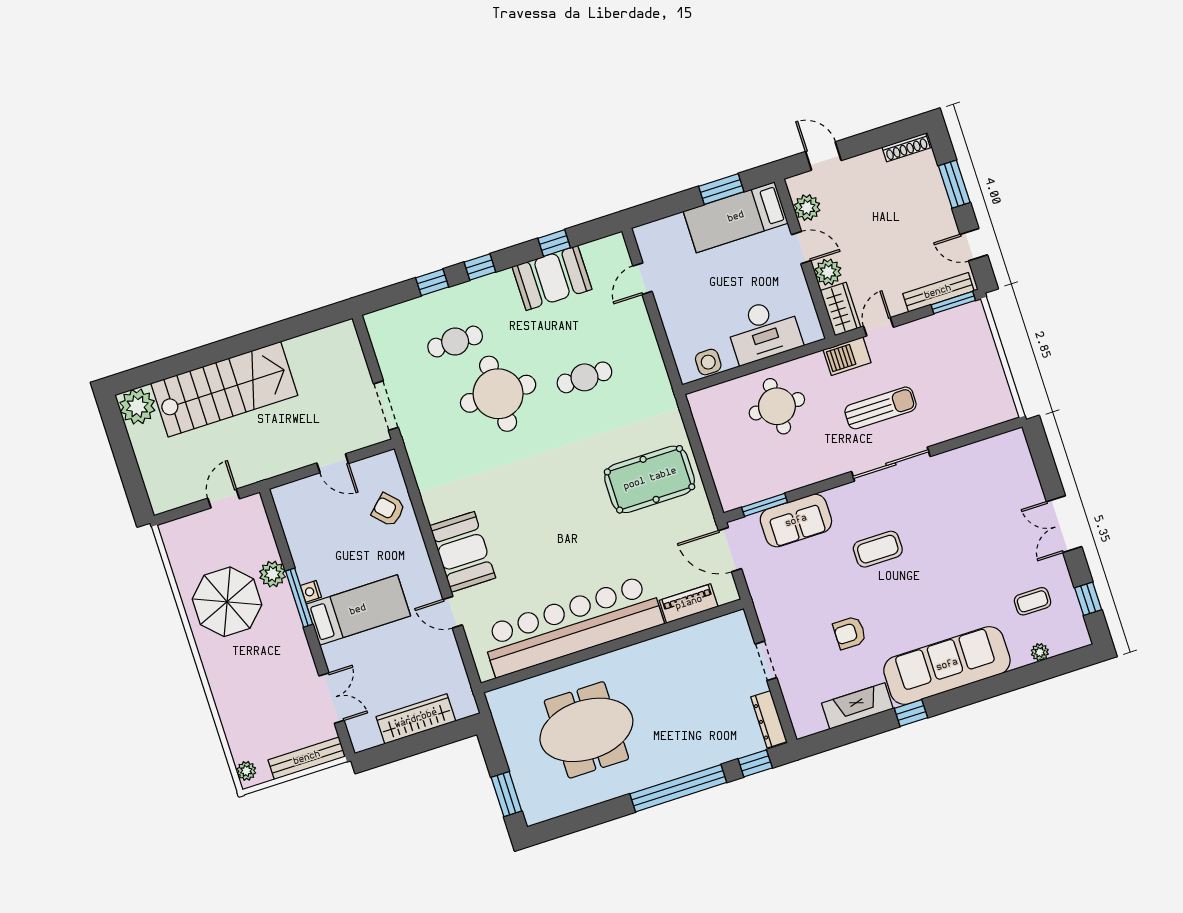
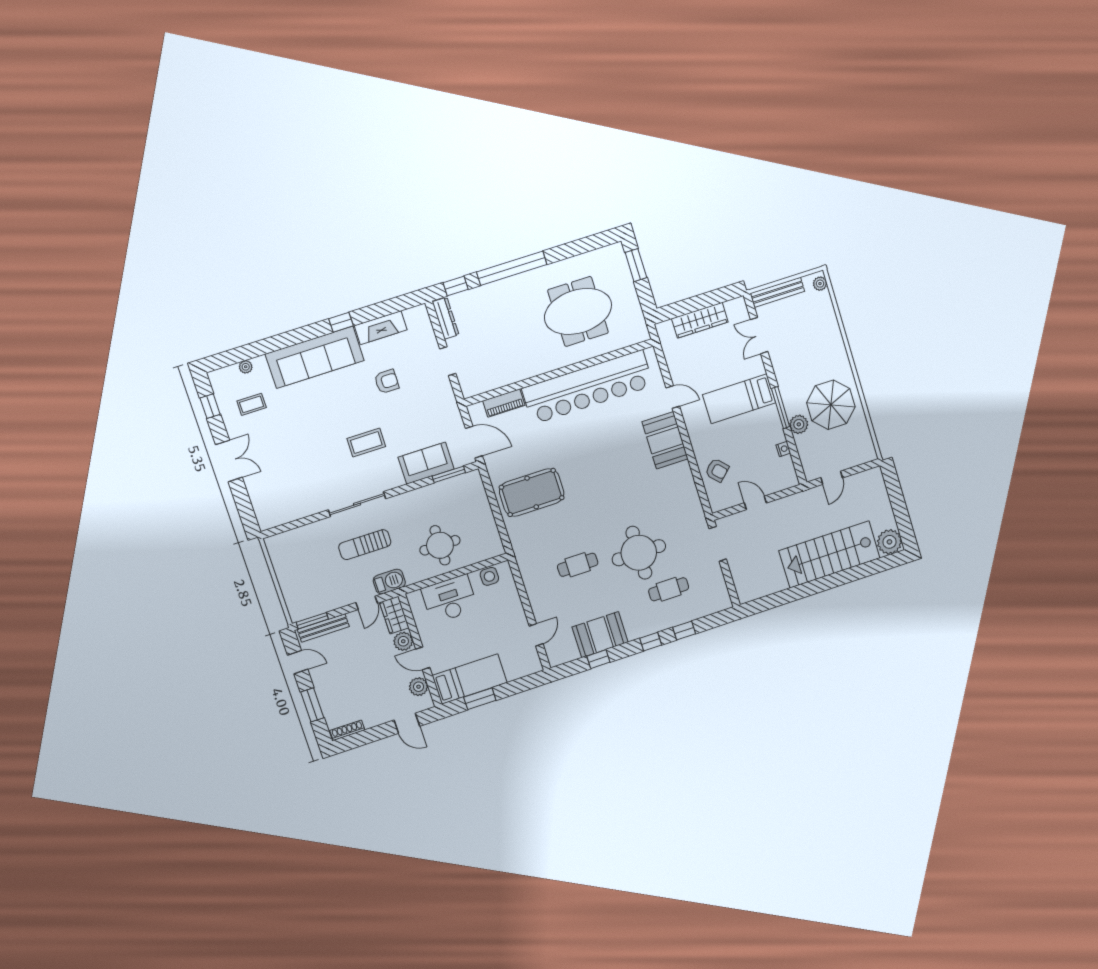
nightstand: (311, 591) -> (783, 449), moved

